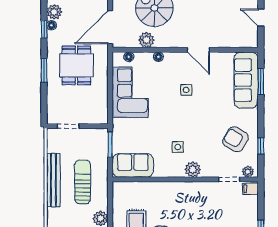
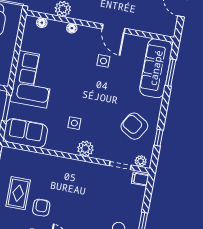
side table: (186, 90) -> (103, 61), moved
corner sofa: (130, 92) -> (33, 79), moved

